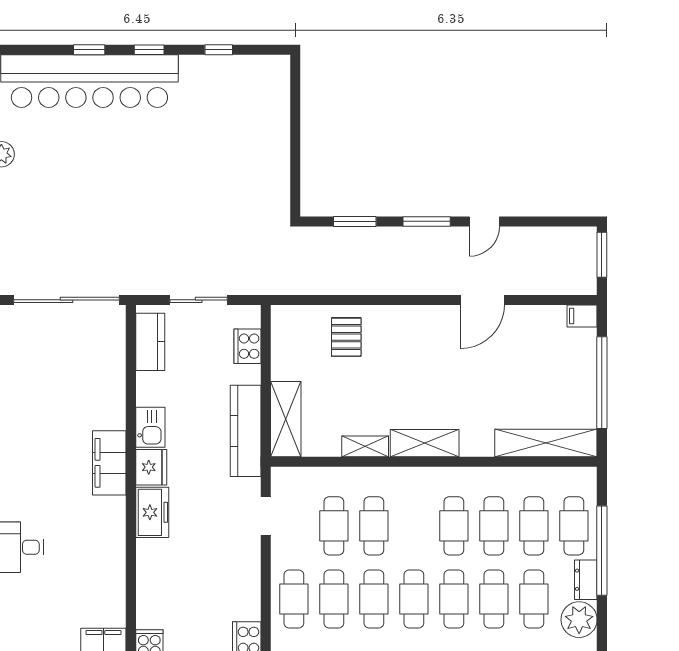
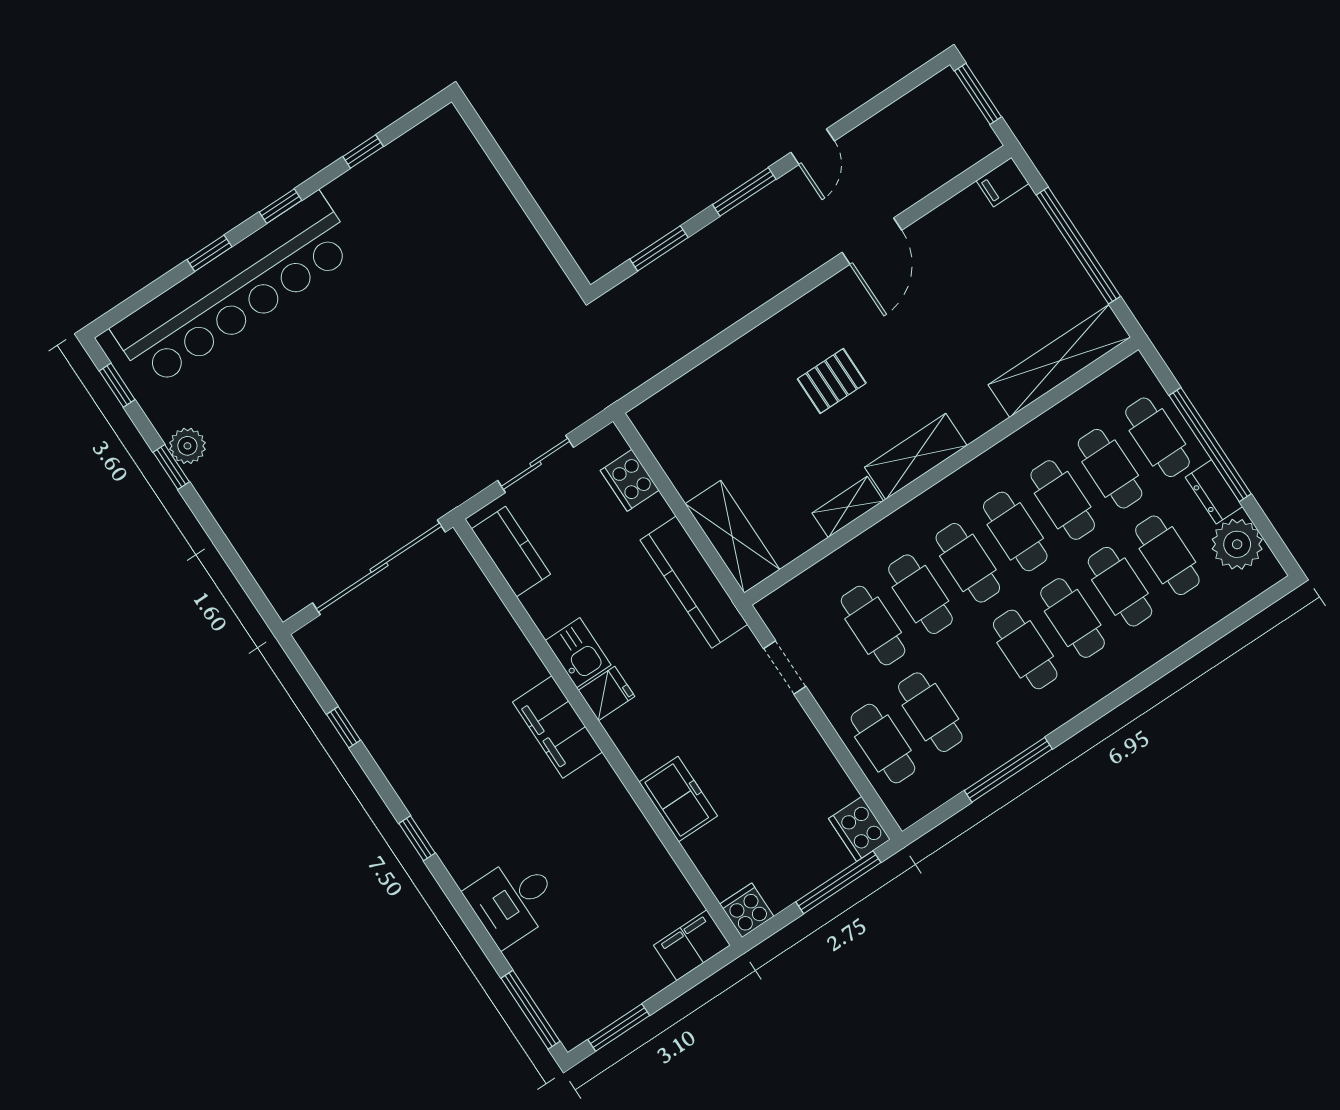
pallet: (346, 337) -> (832, 381), moved, turned 90
fridge: (151, 467) -> (607, 693), width x0.72
freezer: (152, 512) -> (678, 799), moved
cafe table: (374, 599) -> (968, 563), moved

